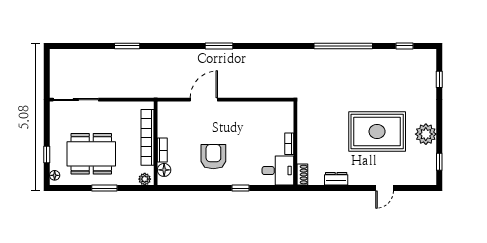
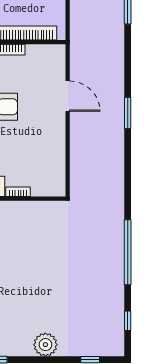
rug: (377, 132) -> (32, 290), removed
plant: (426, 134) -> (45, 345), moved

